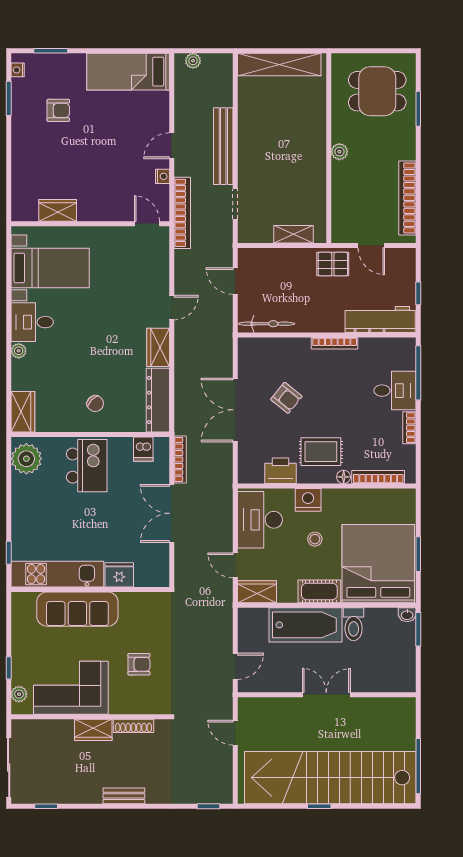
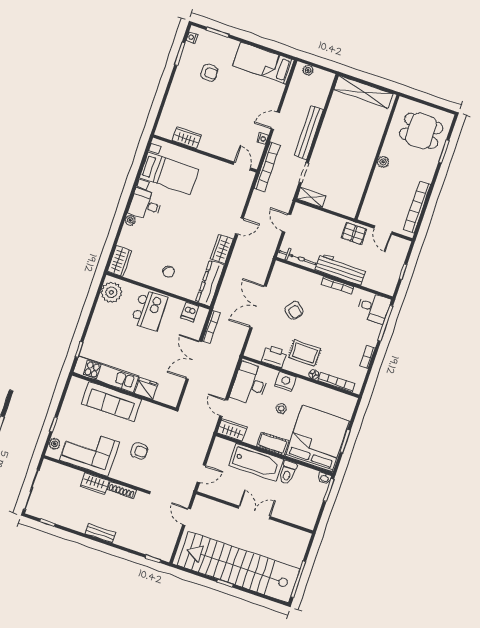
shelving: (294, 234) -> (311, 197), moved
workbench: (380, 319) -> (341, 269), moved
desk: (395, 391) -> (374, 308), moved

